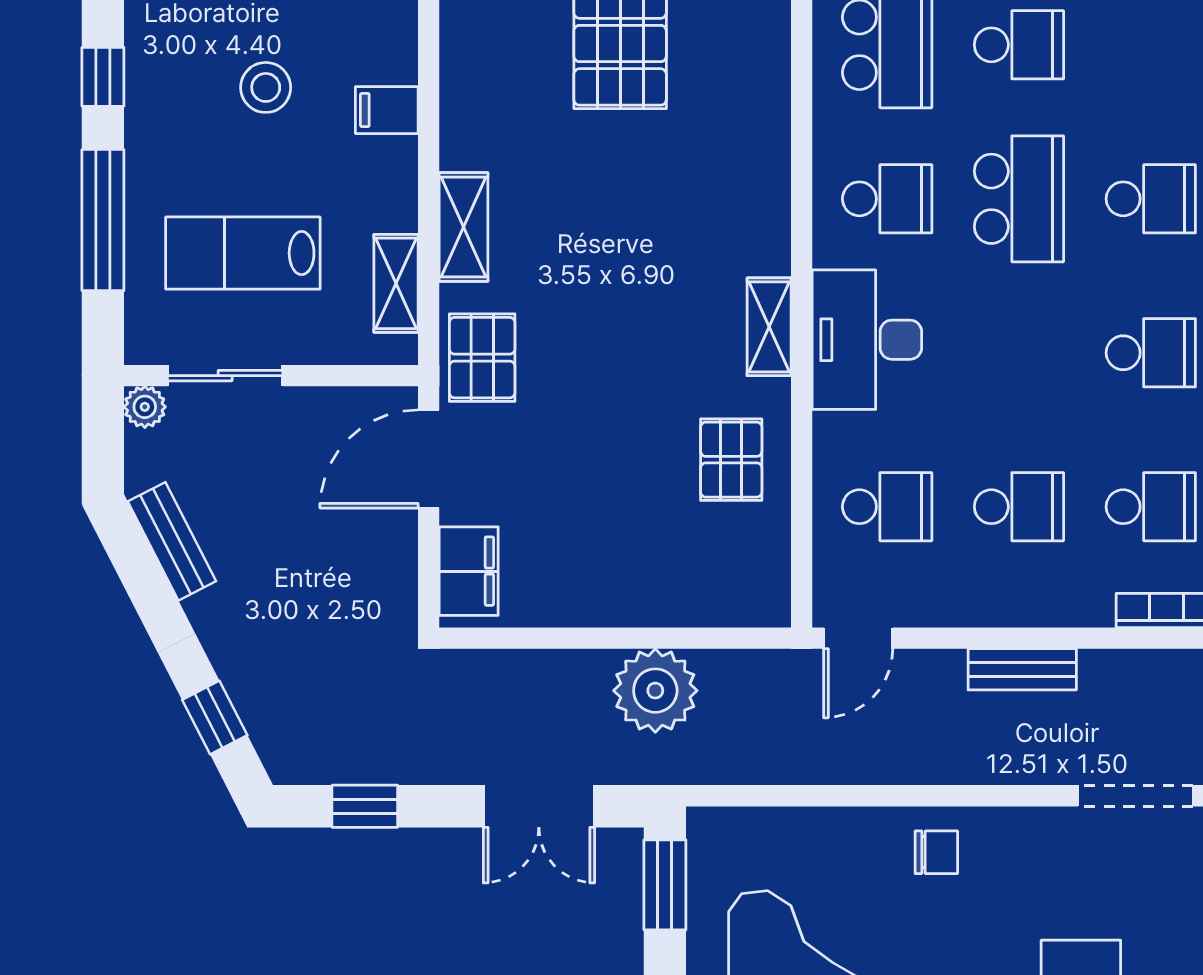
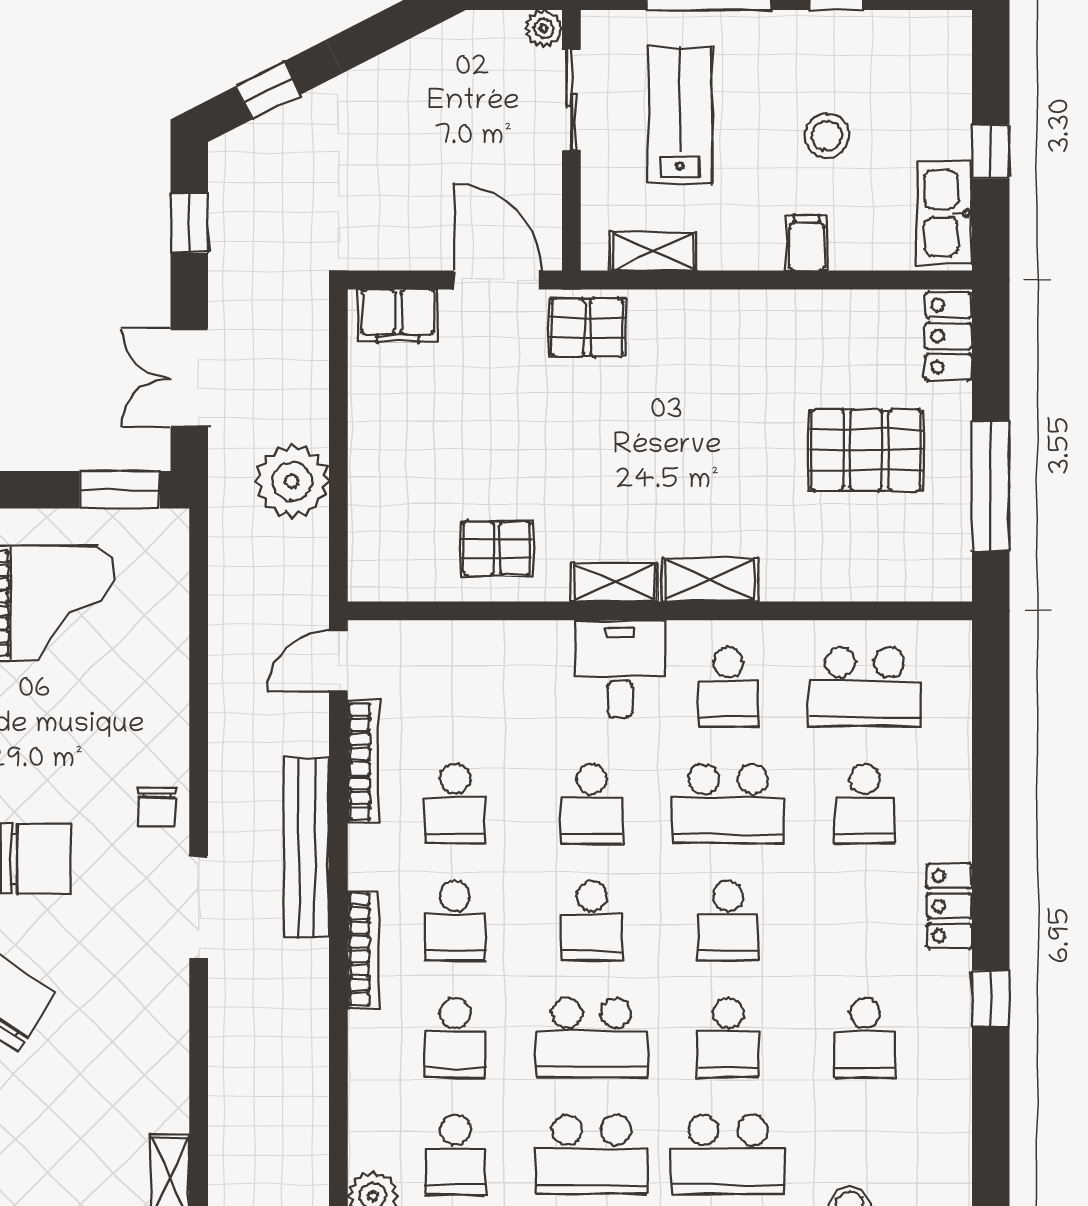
shelving: (464, 227) -> (710, 580), moved
desk: (867, 340) -> (620, 669), width x0.73
school desk: (887, 507) -> (592, 804), moved
bench: (172, 541) -> (424, 52), removed
bookcase: (971, 610) -> (363, 761), added
door: (858, 638) -> (338, 661), hinge flipped
bench: (1022, 669) -> (307, 848), width x1.86, depth x1.21
chair: (936, 852) -> (157, 807), moved

